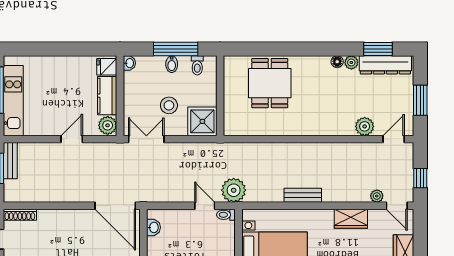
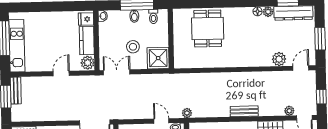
plant: (234, 190) -> (187, 113), width x0.53, depth x0.53
bench: (303, 195) -> (244, 111), moved

